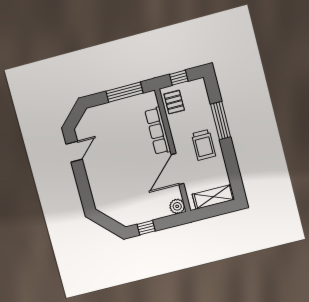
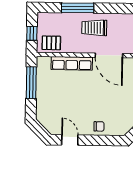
trolley: (204, 145) -> (94, 28), turned 180
chair: (98, 179) -> (99, 126), added

